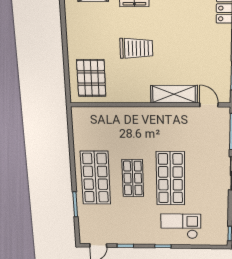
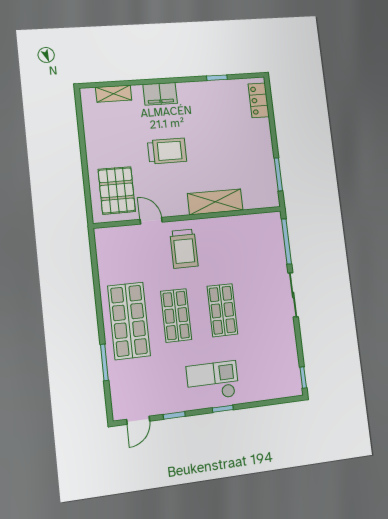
door: (209, 105) -> (151, 221), moved
trolley: (144, 129) -> (184, 249), added
shop shelf: (170, 178) -> (222, 310), width x0.70, depth x0.74
checkout: (181, 226) -> (213, 381), moved

